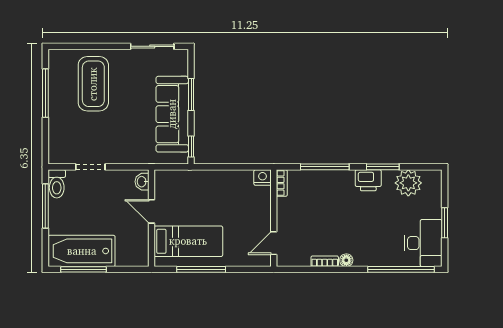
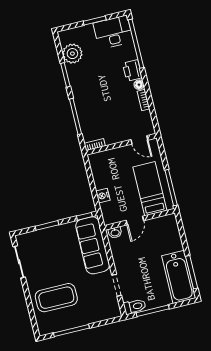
sofa: (172, 114) -> (93, 245), moved, turned 90
nightstand: (263, 177) -> (103, 196), moved
printer: (368, 180) -> (132, 70), moved, turned 180
washbasin: (142, 182) -> (115, 233), moved
door: (151, 211) -> (135, 220), moved
wall: (151, 218) -> (140, 219), moved
bed: (188, 241) -> (150, 189), moved

